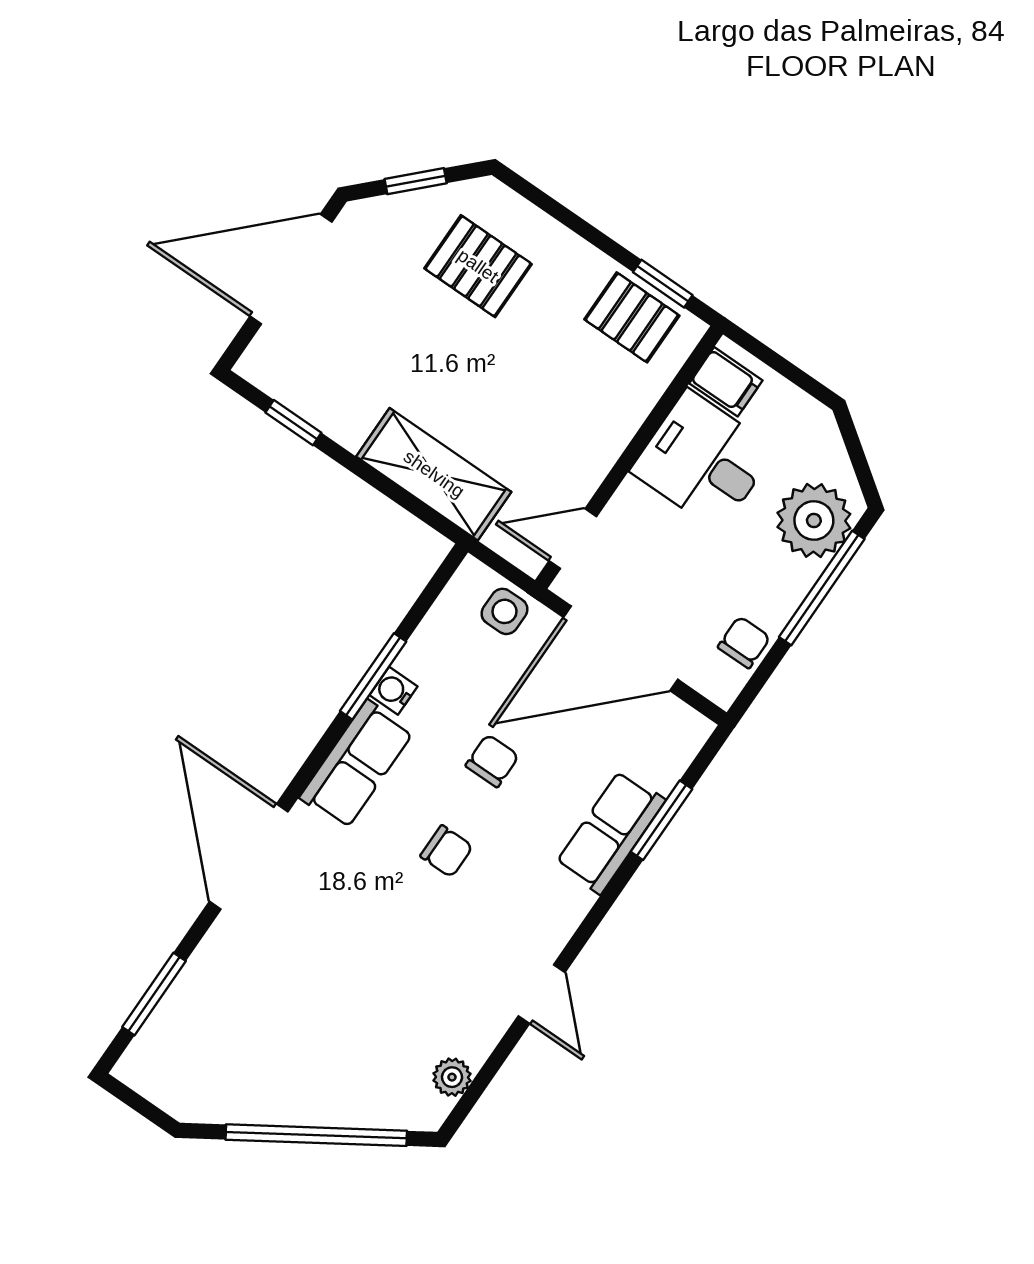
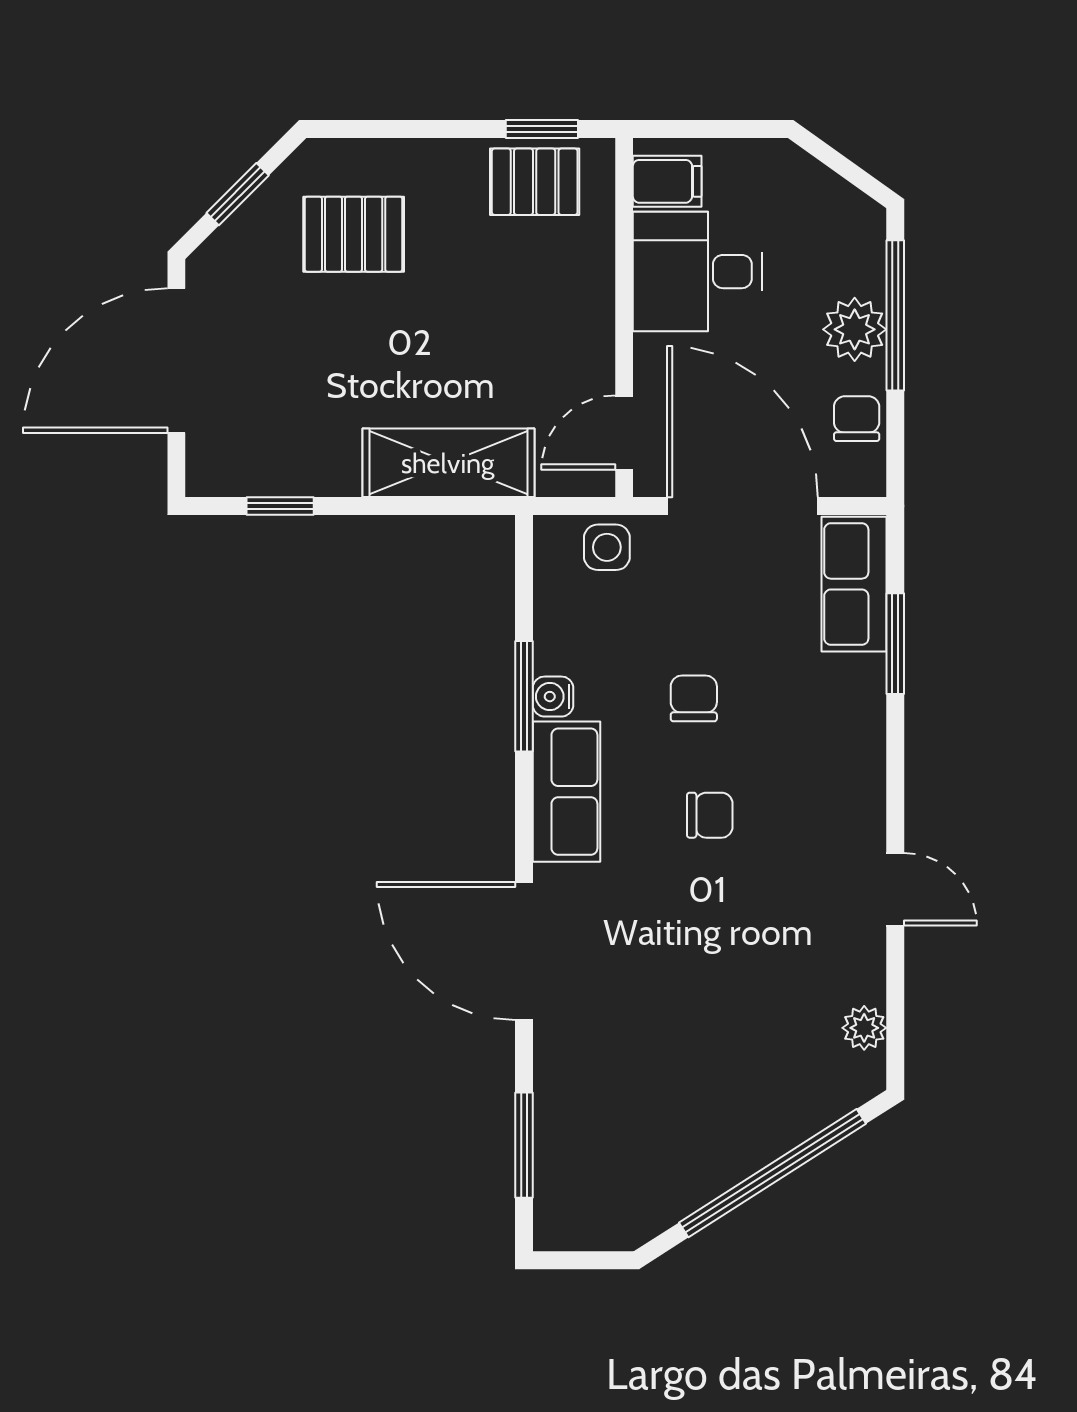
plant: (814, 520) -> (855, 329), moved, width x0.73, depth x0.73
door: (621, 648) -> (742, 506), swing flipped
row of seats: (610, 832) -> (854, 584), moved

